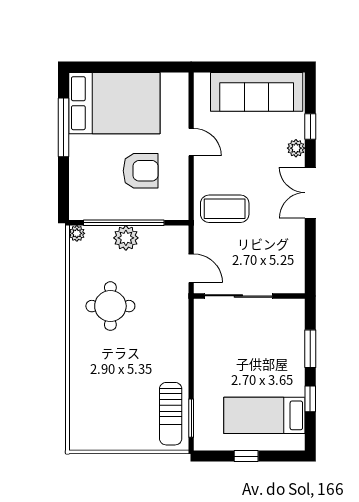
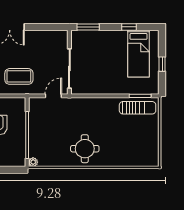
coffee table: (225, 209) -> (19, 76), turned 90
plant: (126, 238) -> (36, 134), removed
round table: (110, 306) -> (85, 149), moved
window: (310, 349) -> (88, 27), moved

